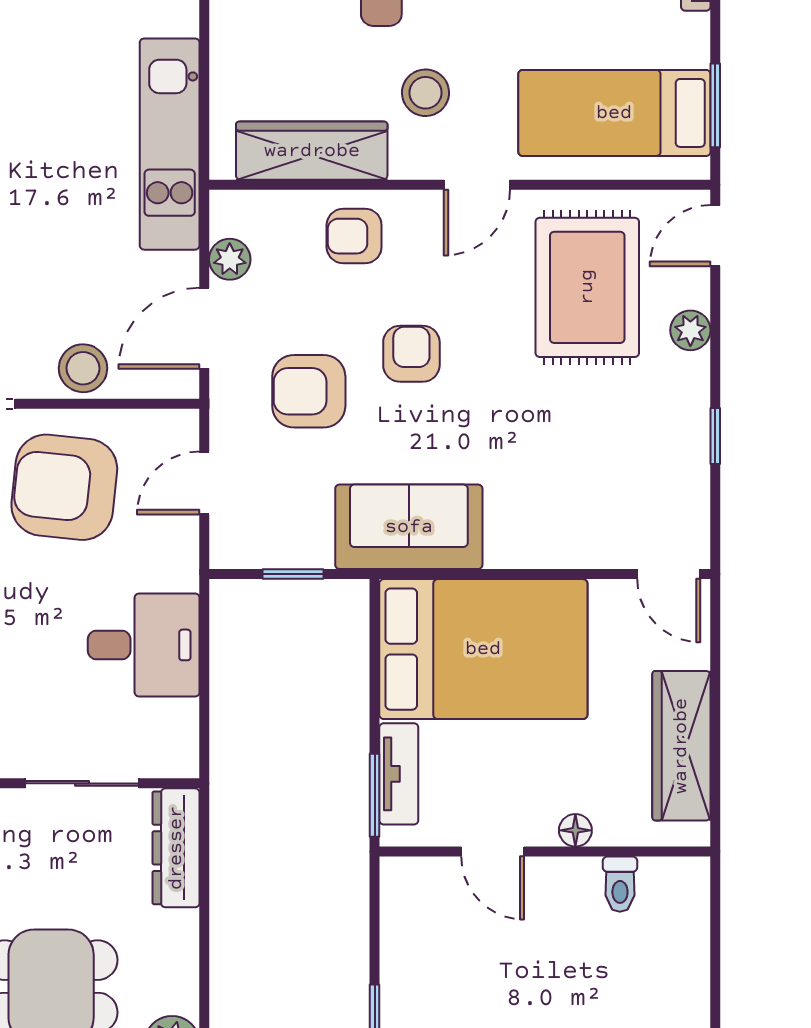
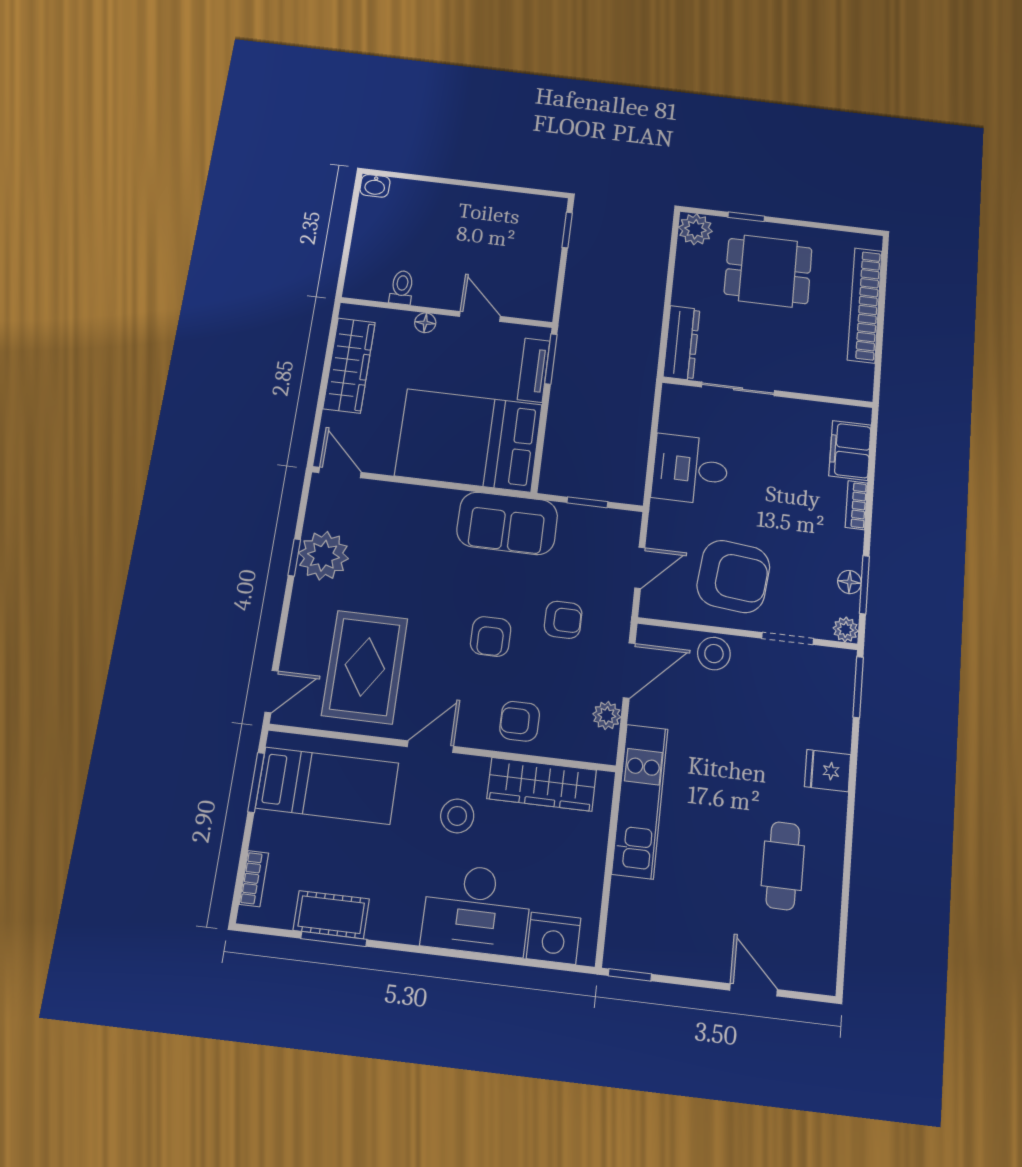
armchair: (354, 236) -> (520, 721), turned 180
plant: (690, 330) -> (324, 556), moved, width x1.87, depth x1.87
armchair: (309, 391) -> (563, 620), width x0.72, depth x0.72

